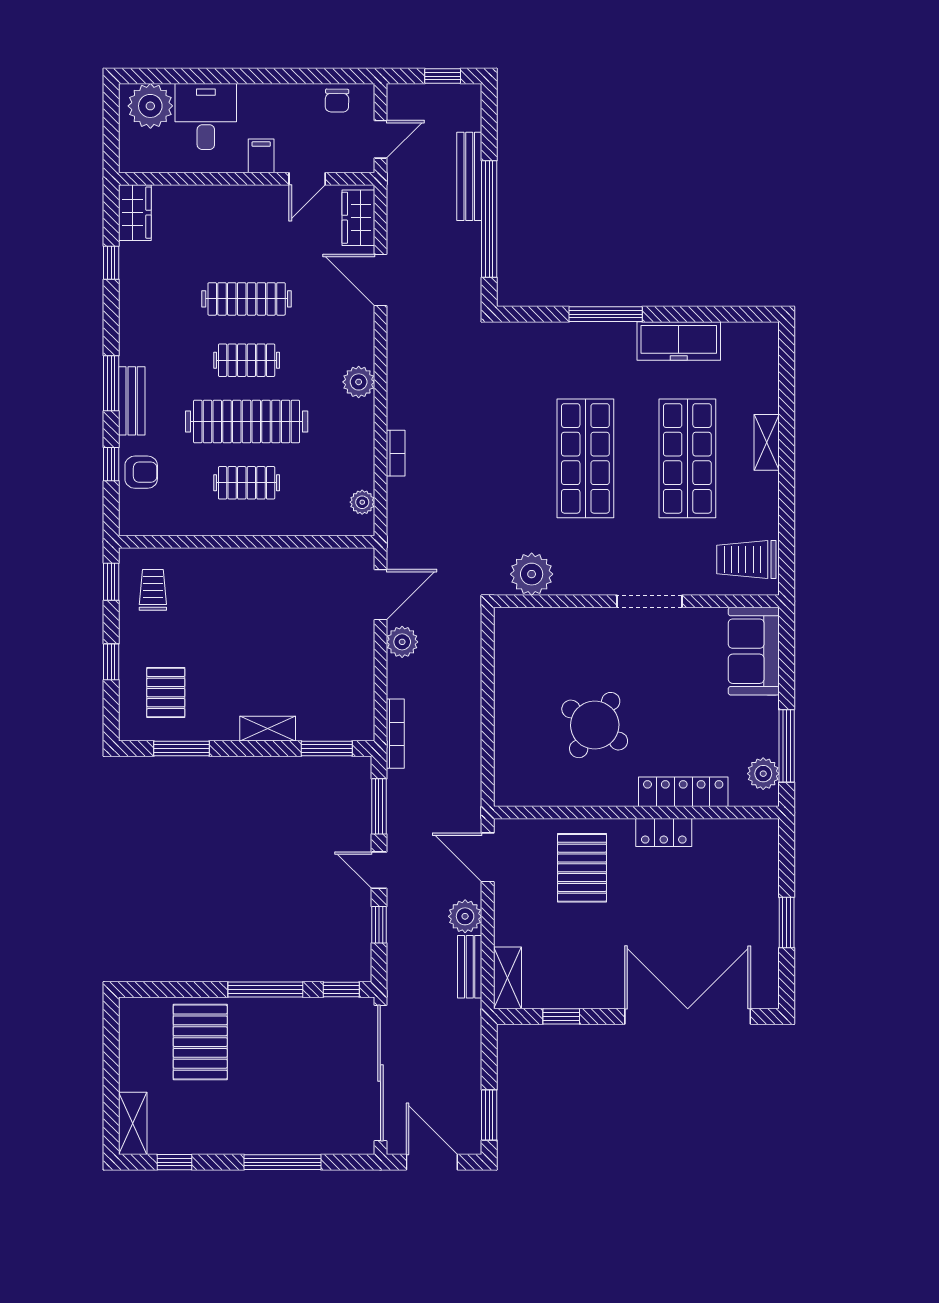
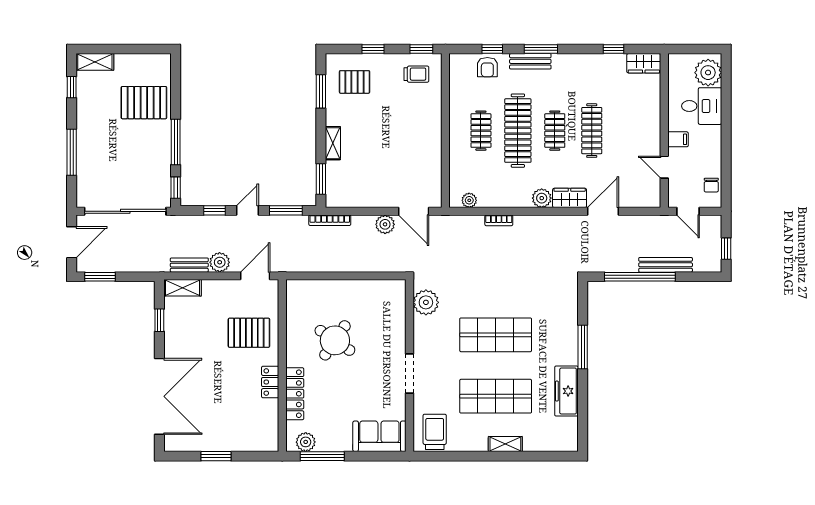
chair: (337, 101) -> (711, 185), turned -91
wardrobe: (358, 218) -> (570, 198), moved

